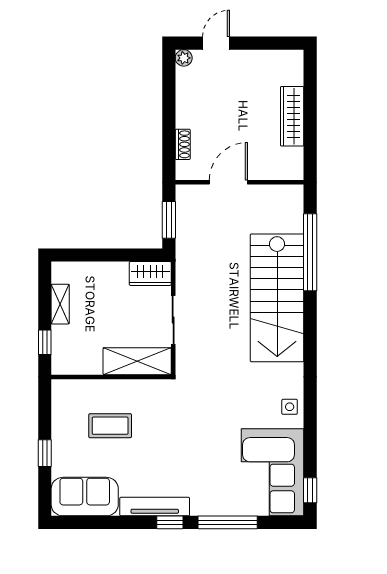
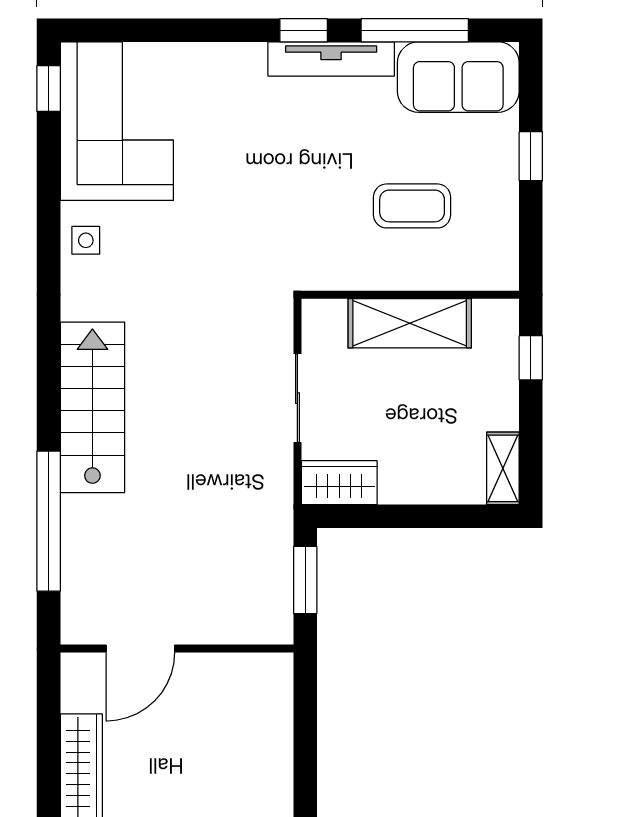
shoe rack: (183, 144) -> (280, 717), removed
door: (228, 182) -> (140, 649), moved
stairs: (277, 298) -> (92, 407), width x0.73, depth x0.66
shelving: (60, 304) -> (503, 468), moved
shelving: (137, 361) -> (410, 323), moved
window: (228, 522) -> (415, 30), moved

